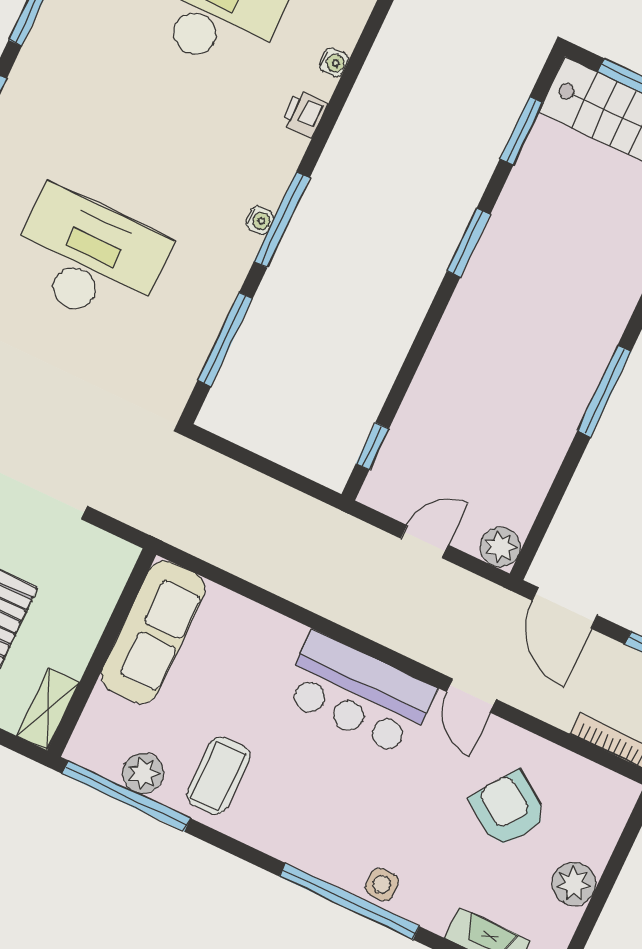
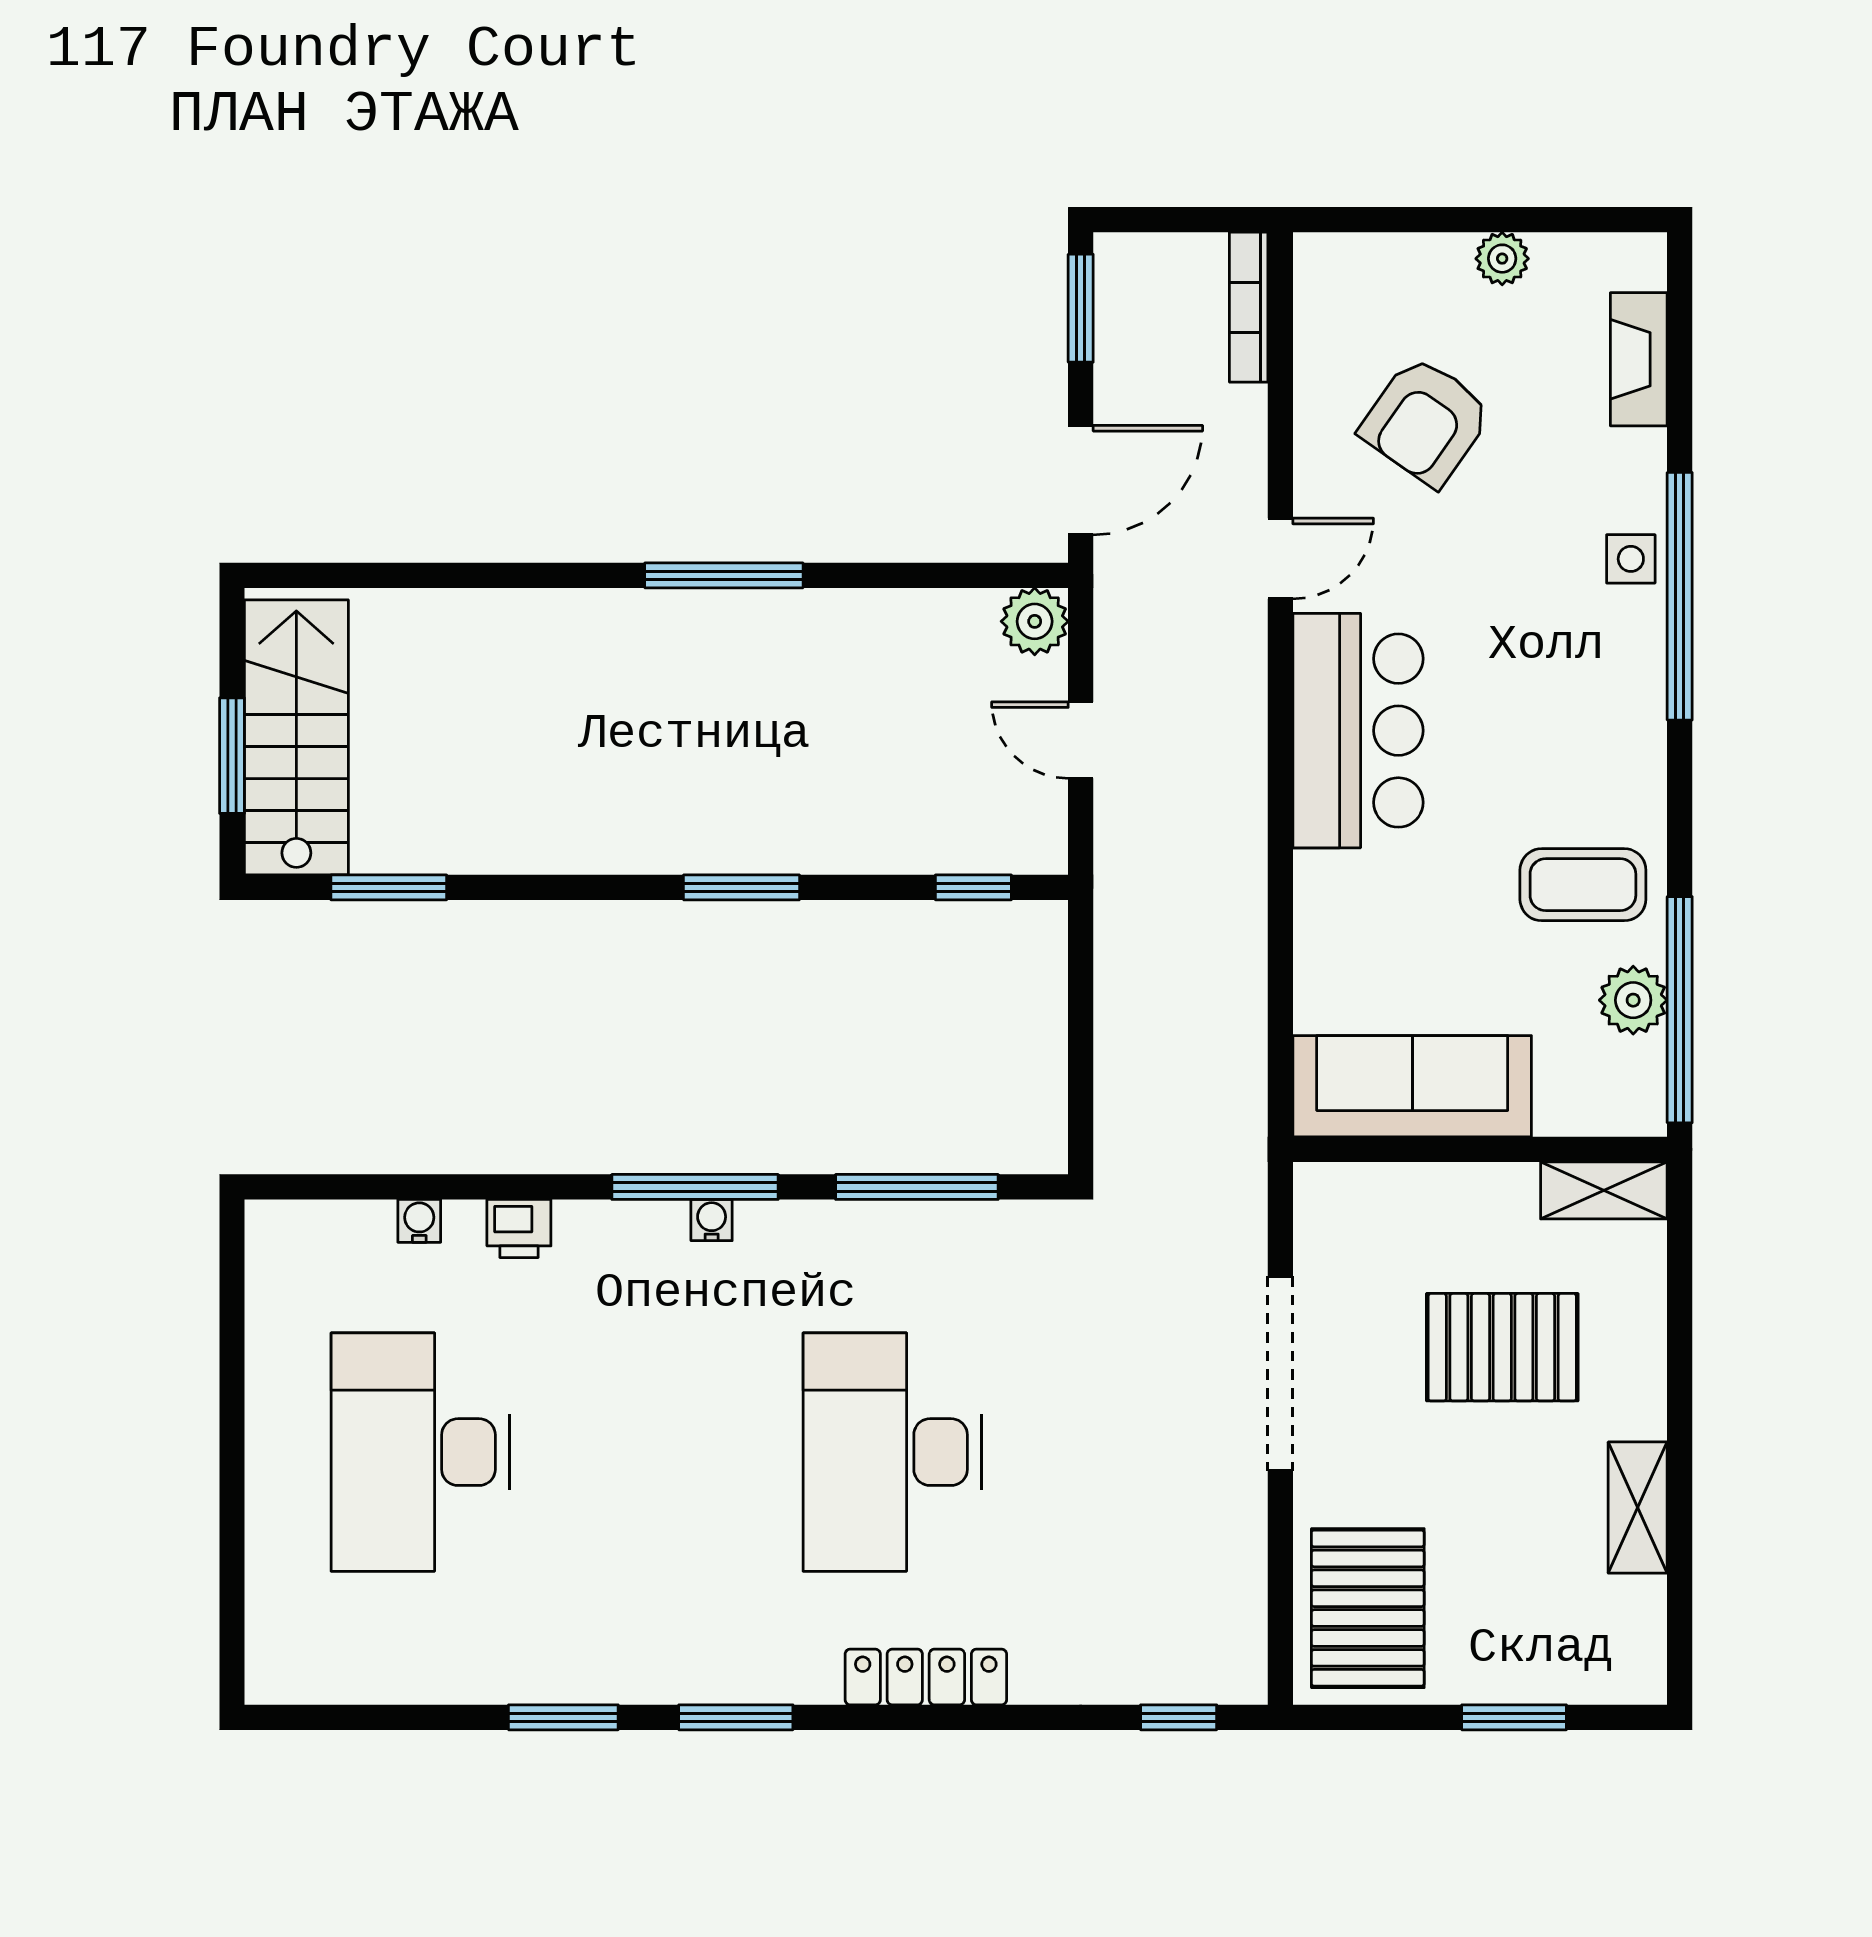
window: (469, 243) -> (742, 887), moved
plant: (574, 884) -> (1502, 259), width x0.73, depth x0.73

